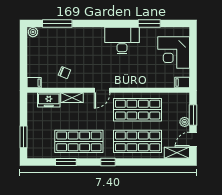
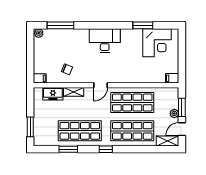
desk: (122, 40) -> (105, 41), moved
corner desk: (174, 52) -> (157, 43), moved, turned -90

